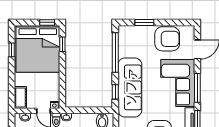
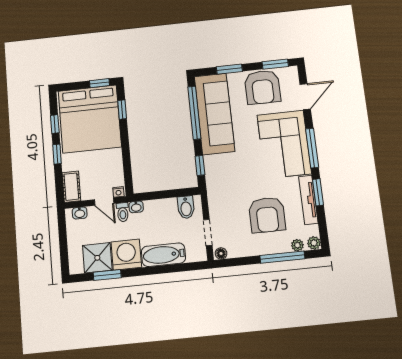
window: (179, 22) -> (275, 64), added
armchair: (167, 39) -> (262, 87), turned 90
window: (12, 72) -> (57, 154), added
sofa: (130, 87) -> (214, 114), moved

